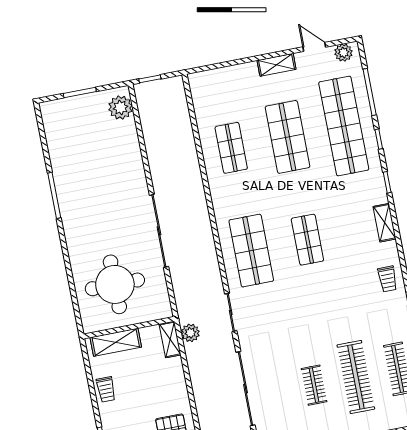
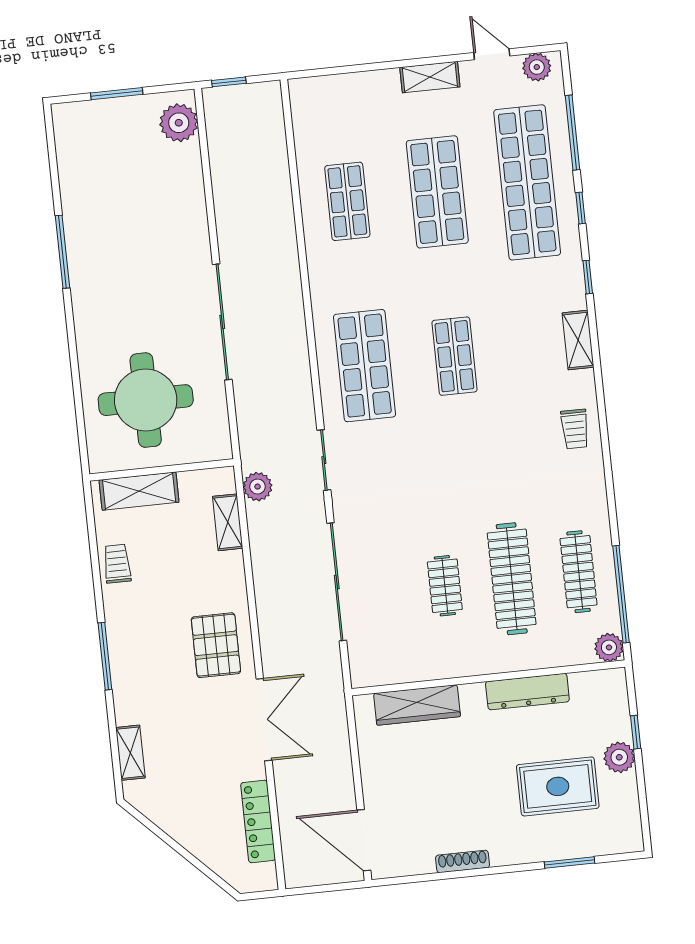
shelving: (170, 339) -> (228, 522), moved
trolley: (106, 389) -> (117, 564), turned 180

